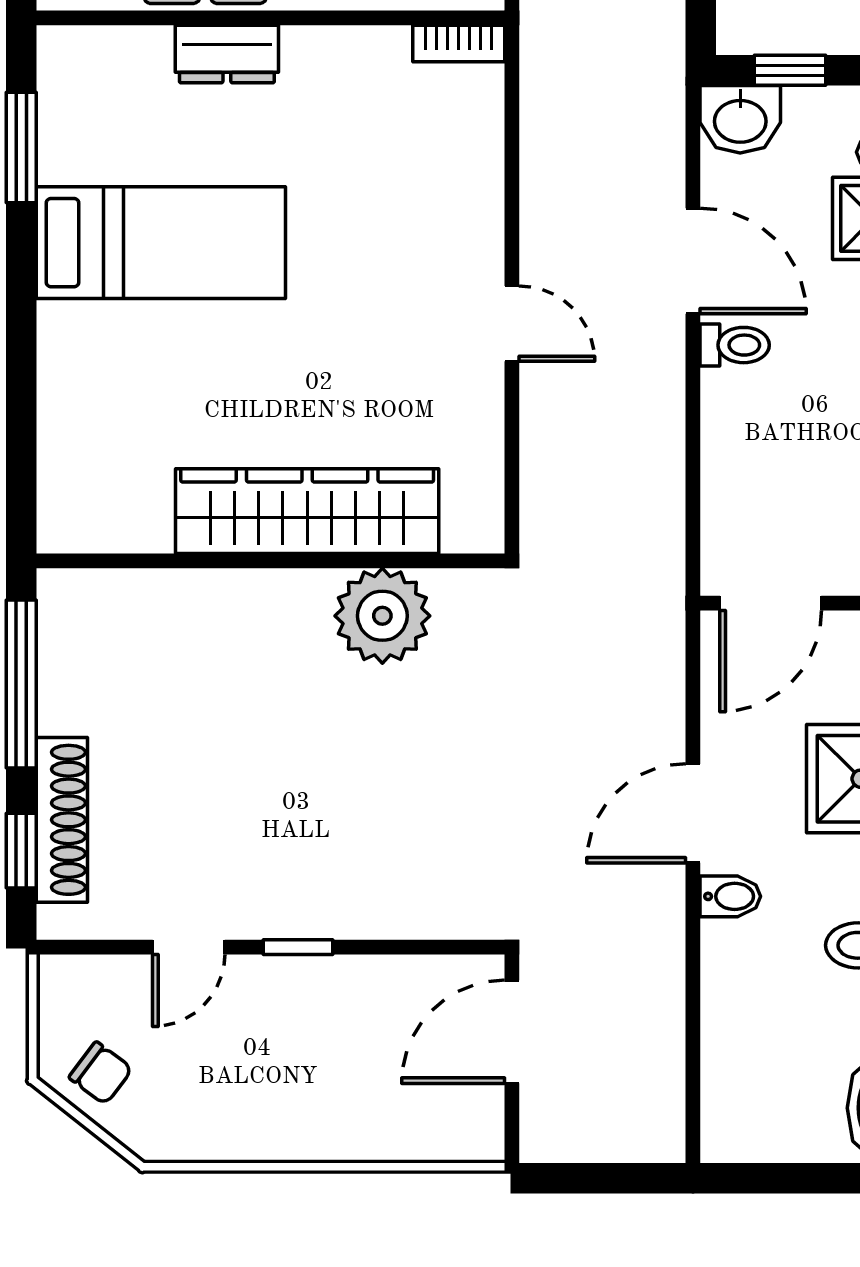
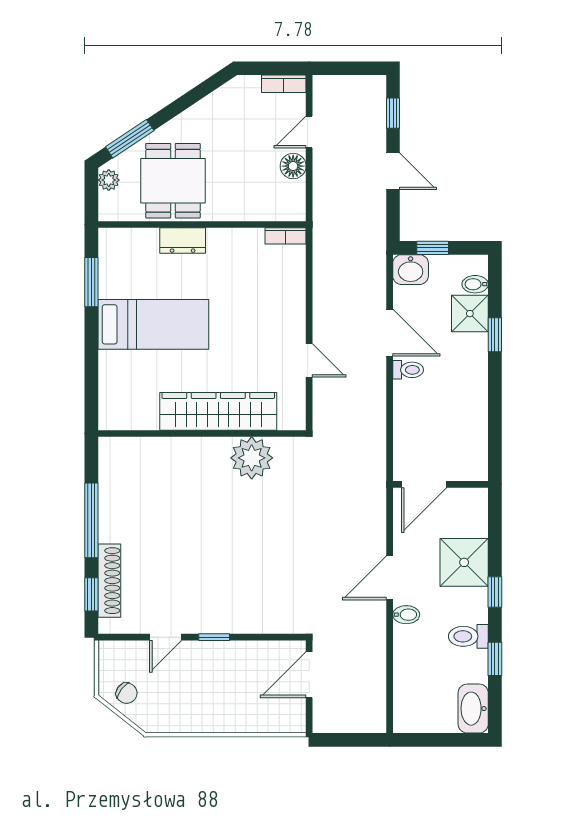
wardrobe: (307, 511) -> (218, 411), moved
wall: (271, 561) -> (202, 434), moved
plant: (382, 616) -> (252, 458), moved

